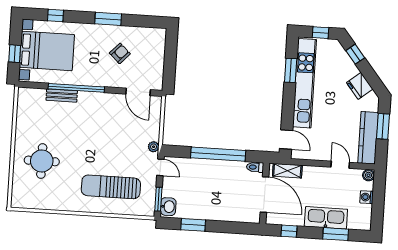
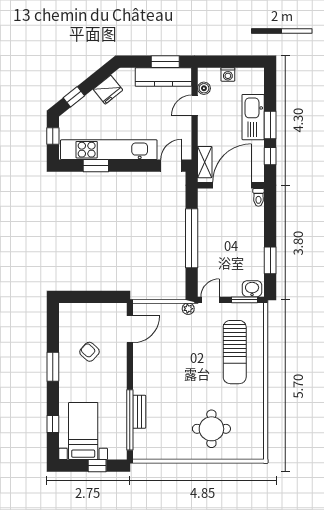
bed with nightstands: (47, 51) -> (83, 431), width x0.73
window: (76, 88) -> (130, 420), moved
window: (383, 126) -> (165, 62), moved
toilet: (255, 167) -> (258, 197), moved
boiler: (368, 175) -> (204, 88), moved
window: (336, 234) -> (270, 125), moved

